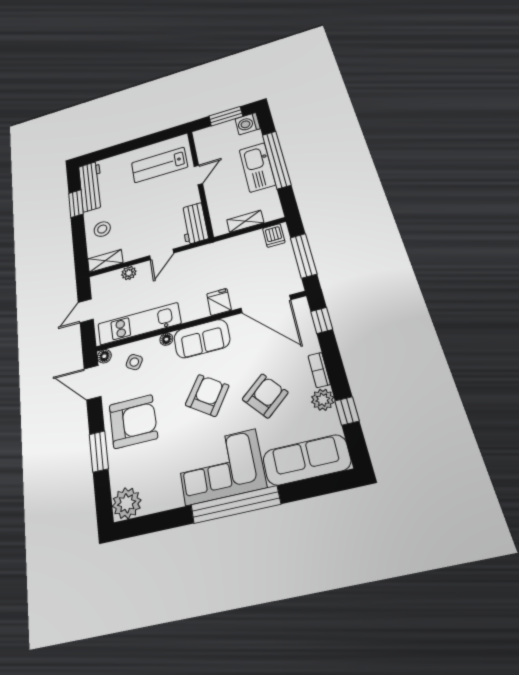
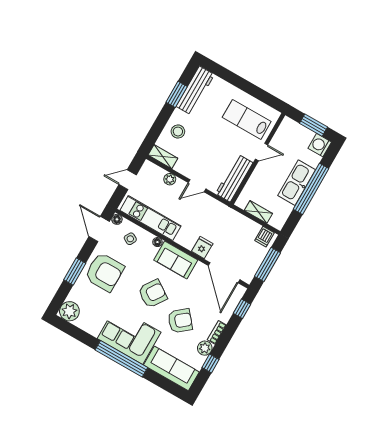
workbench: (194, 223) -> (234, 178), width x1.38

